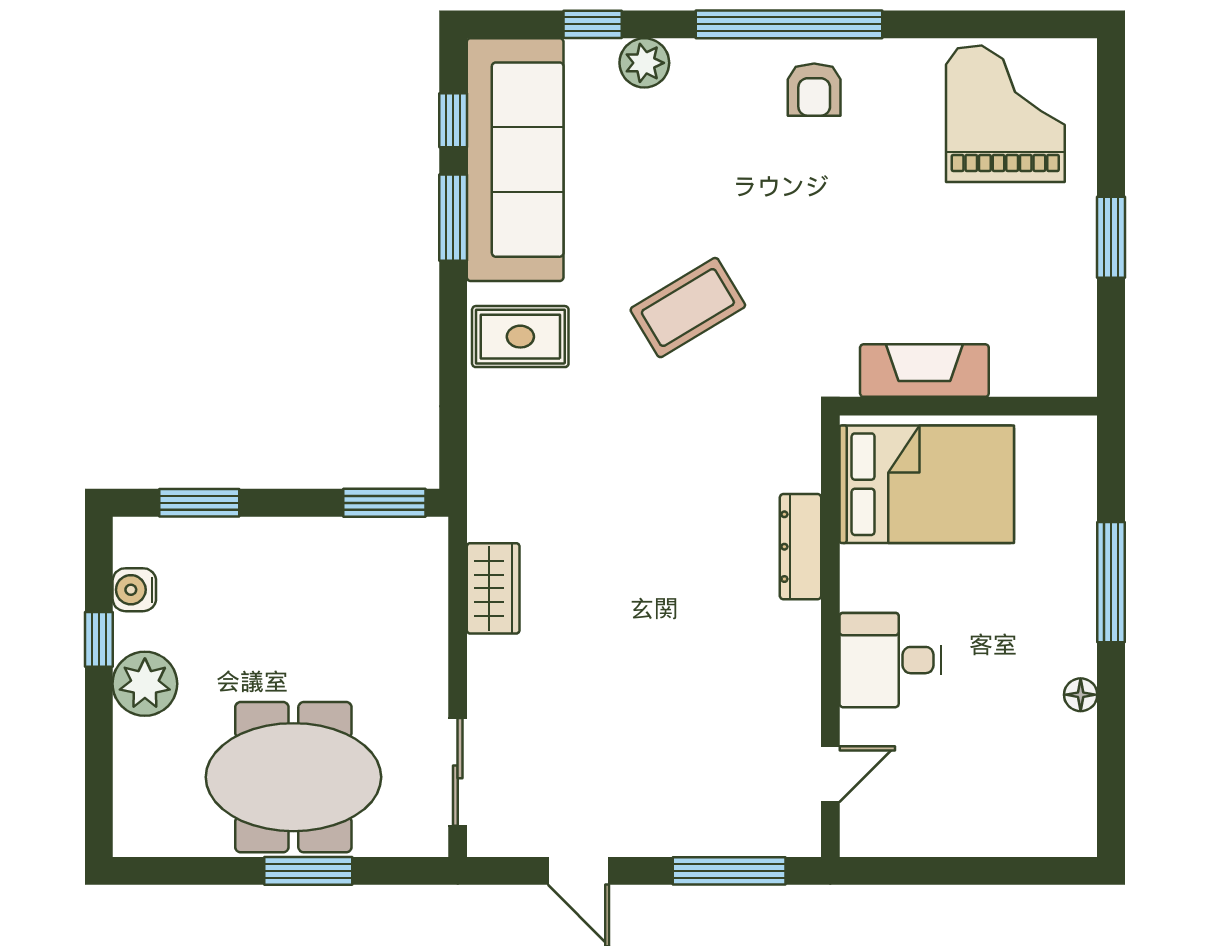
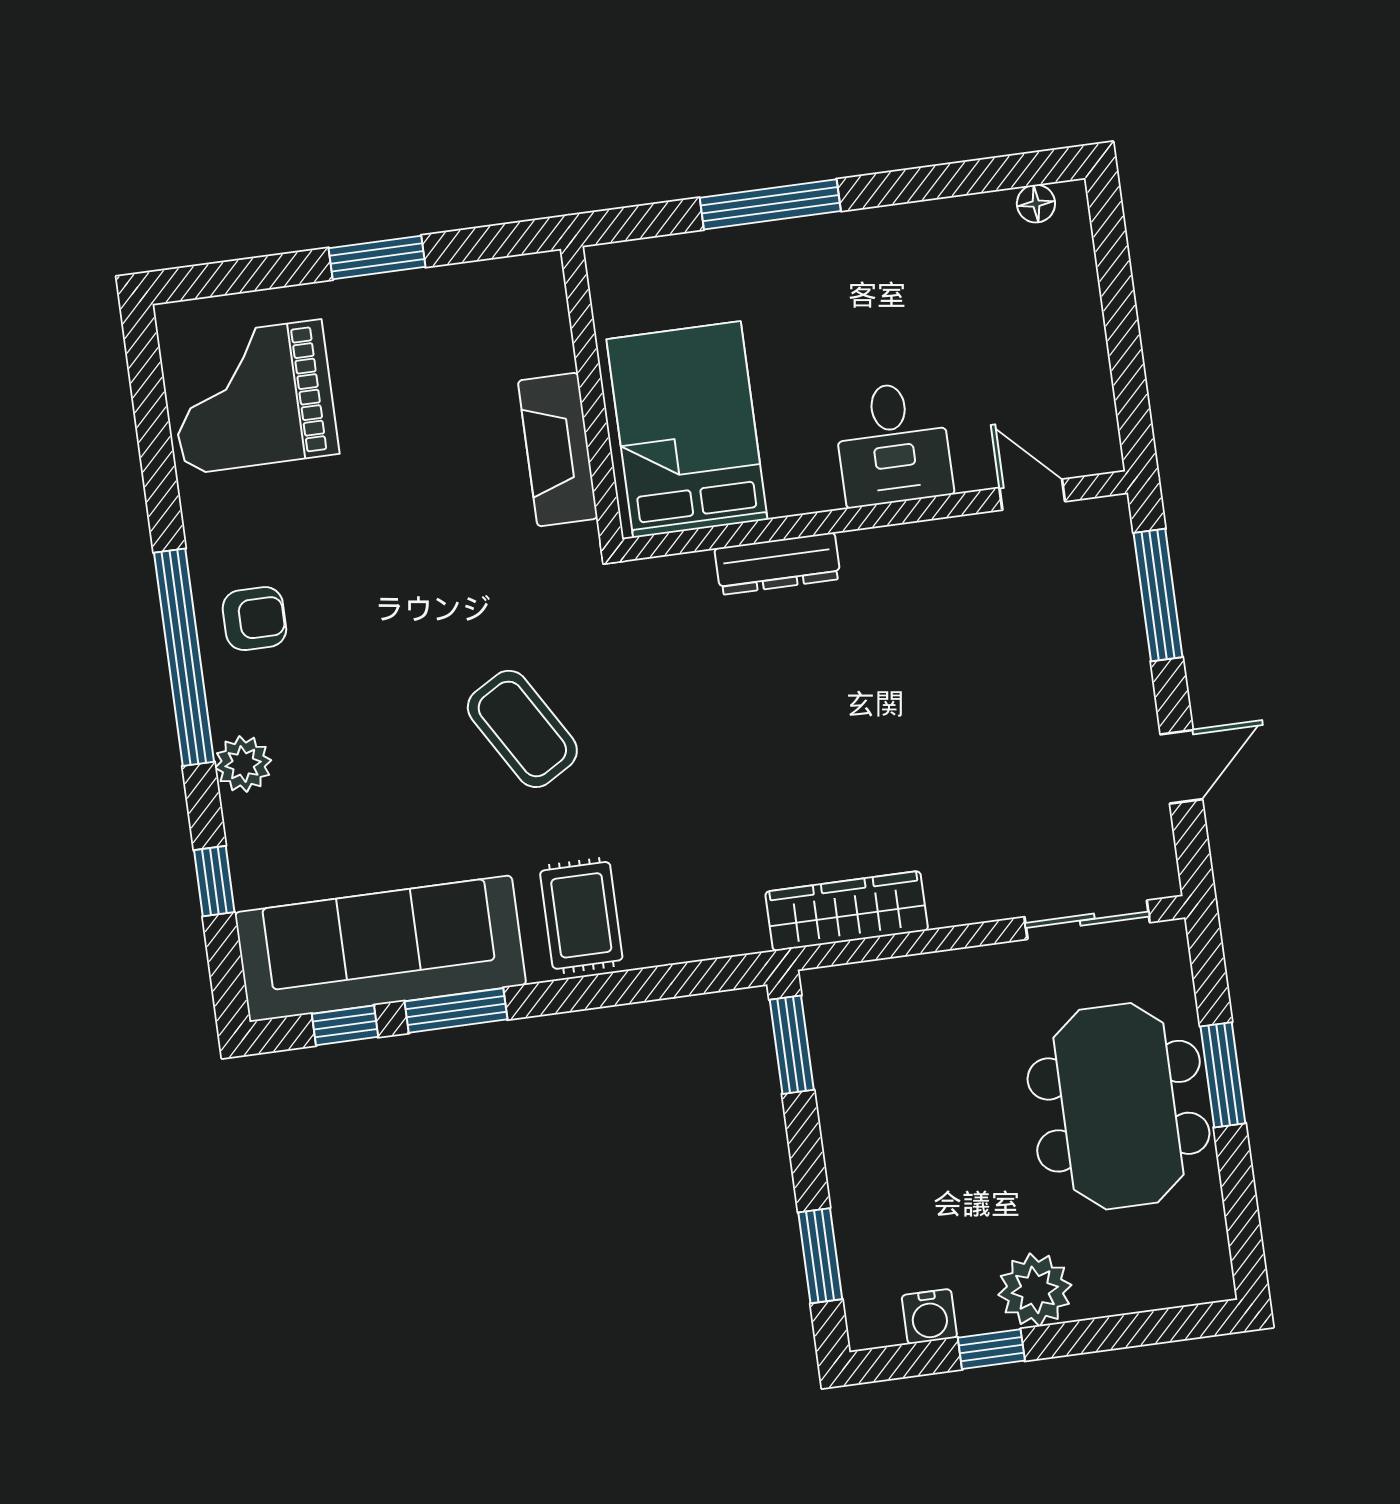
plant: (644, 63) -> (243, 764), moved
wardrobe: (493, 588) -> (847, 911), width x1.50
floor lamp: (1081, 695) -> (1036, 204), moved

